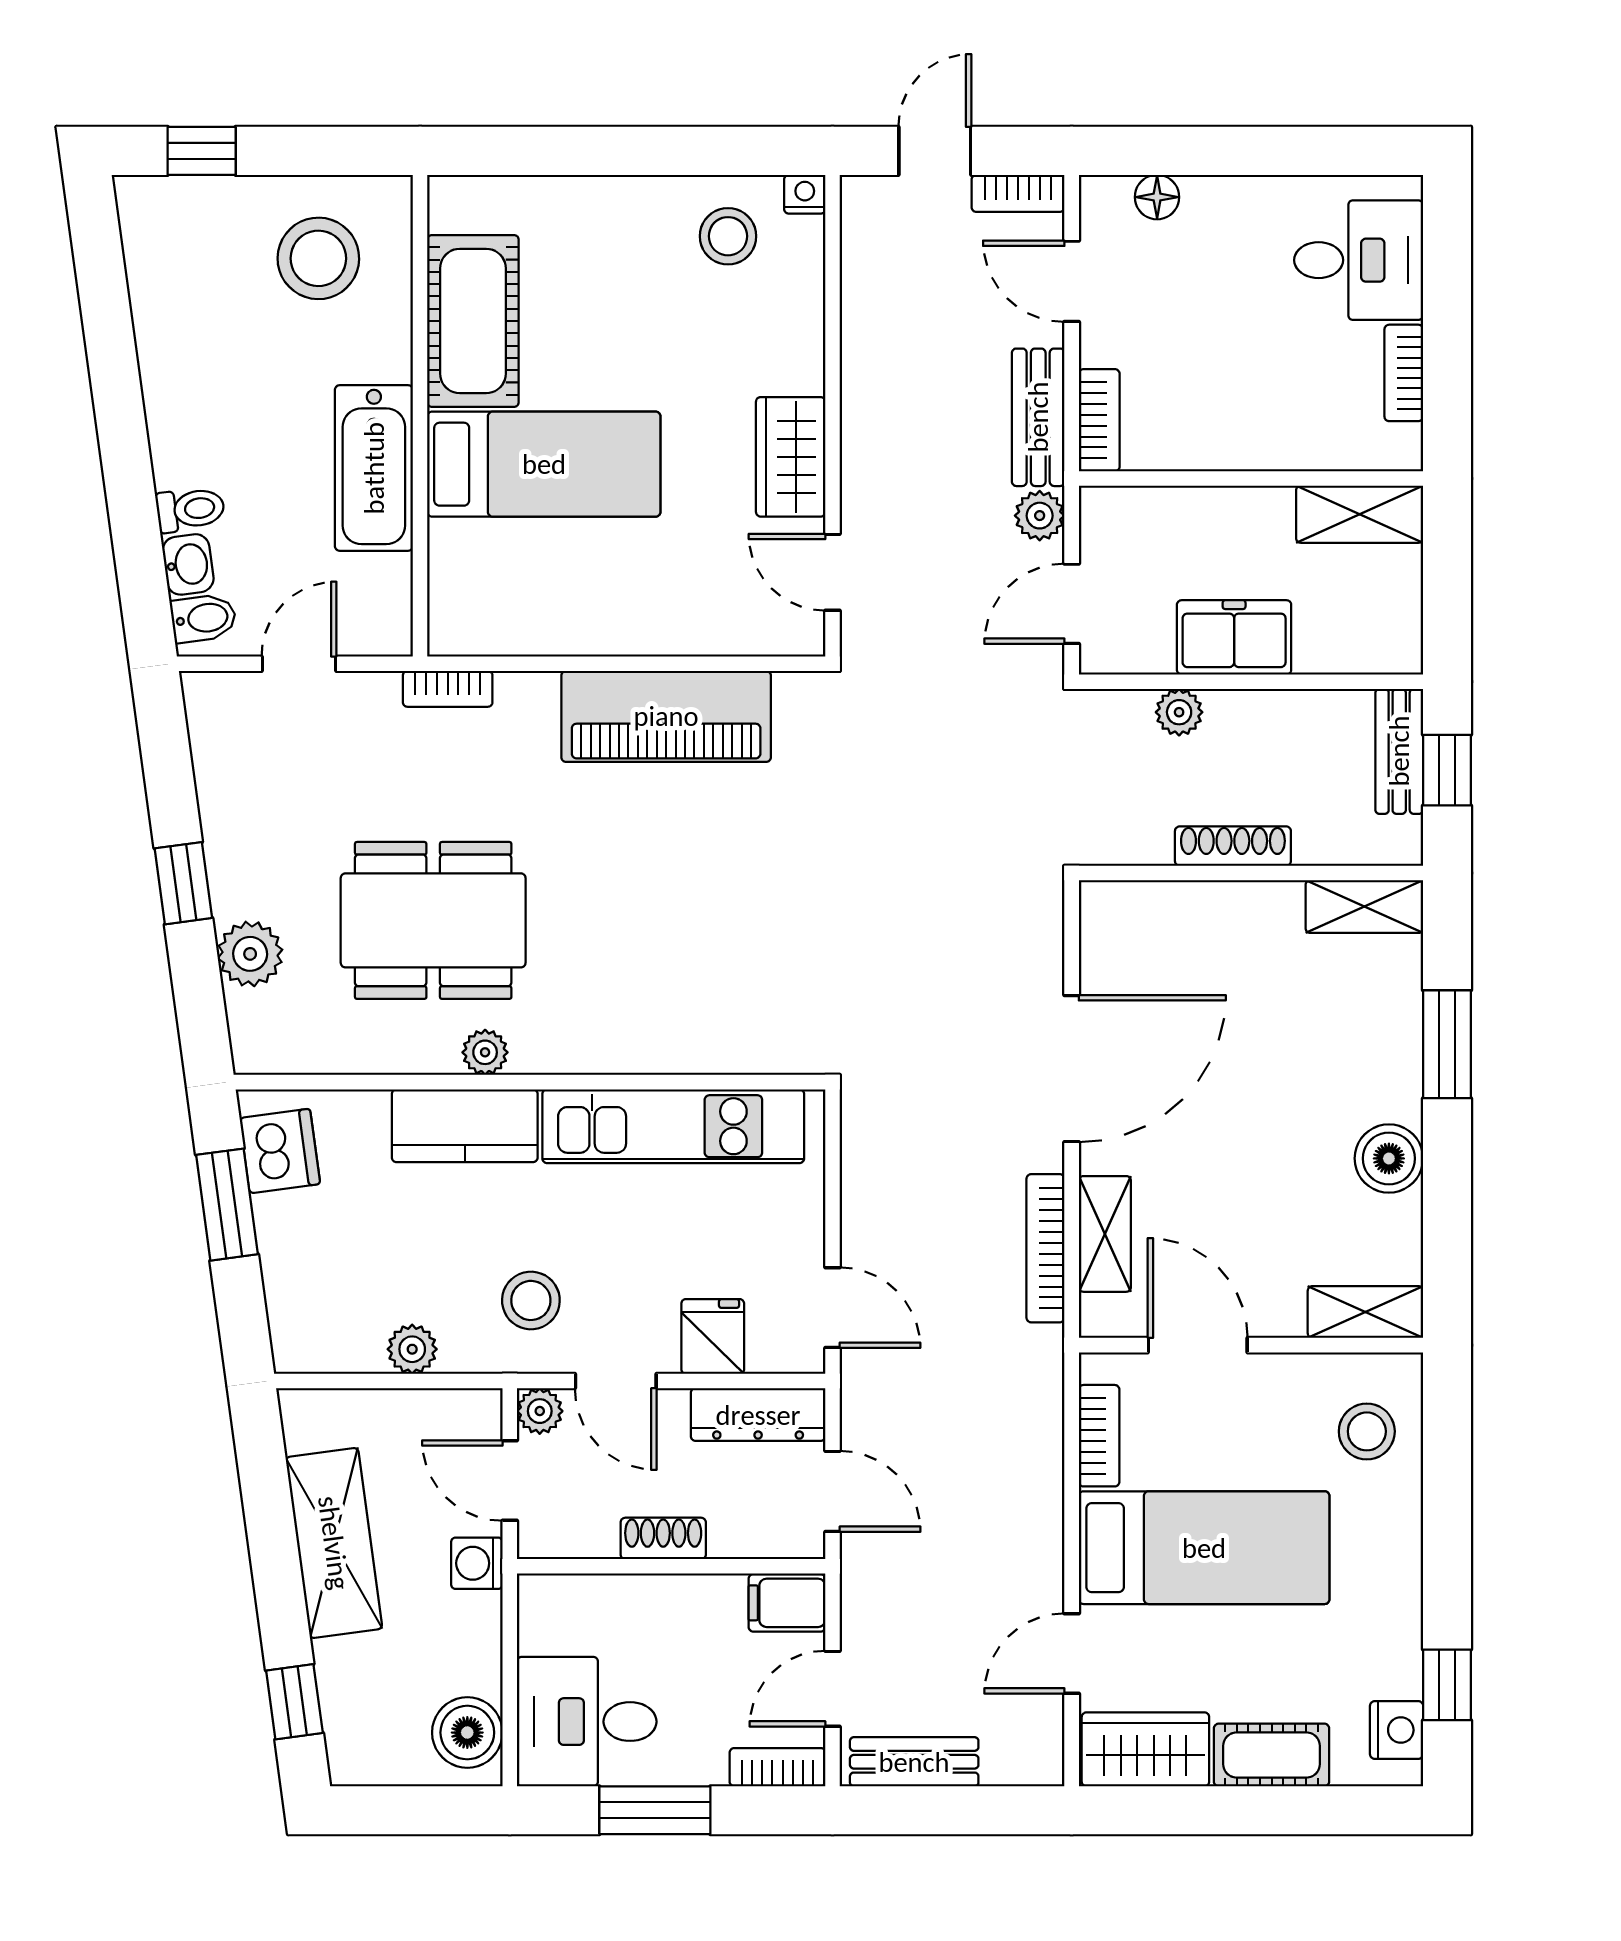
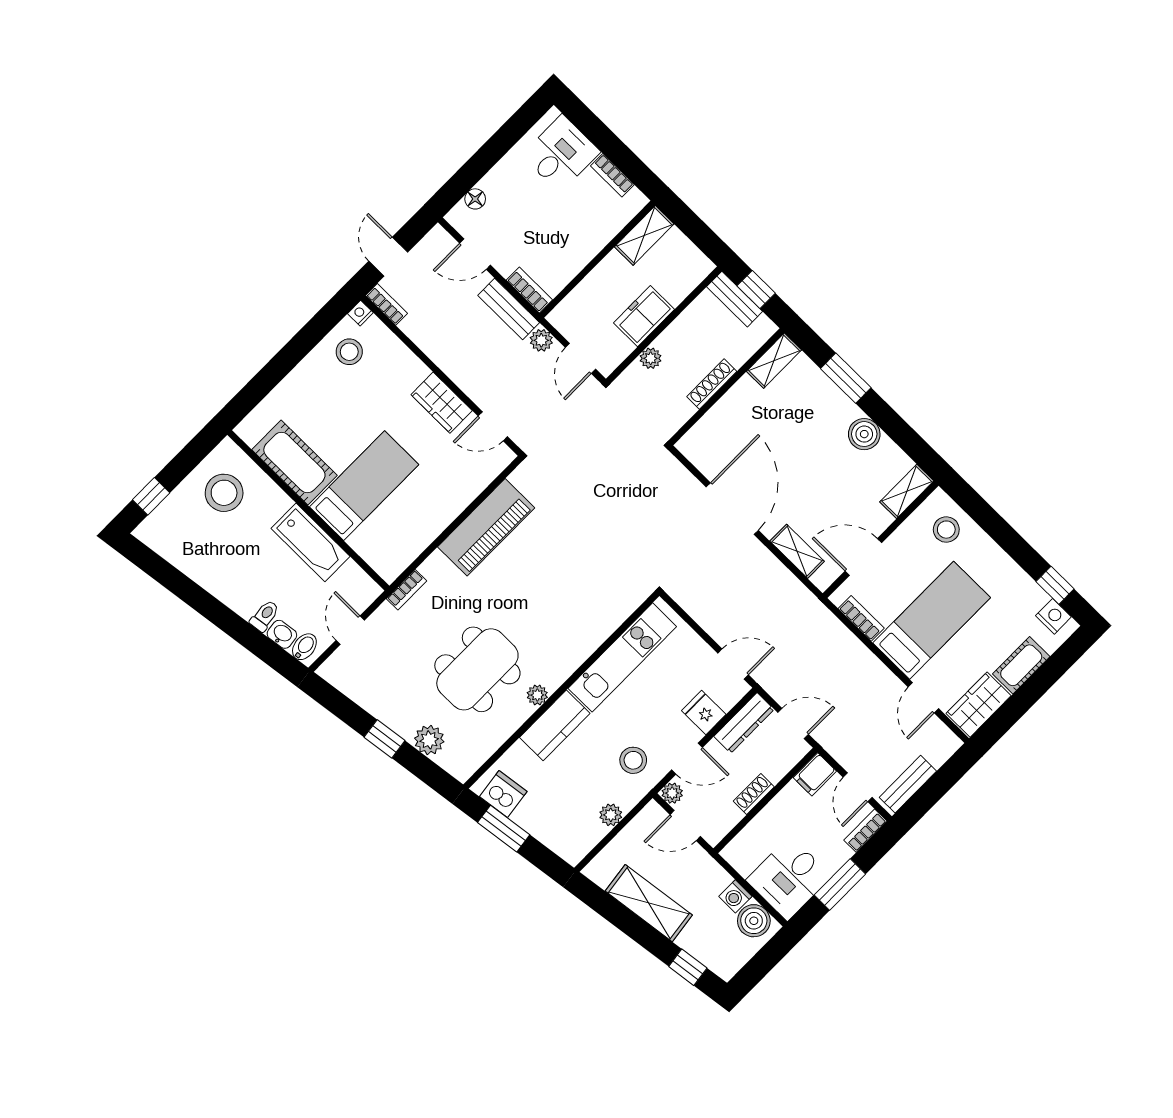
bookcase: (1018, 193) -> (386, 304), moved, turned -90
bookcase: (1045, 1248) -> (783, 575), removed
washing machine: (477, 1563) -> (735, 896), moved

